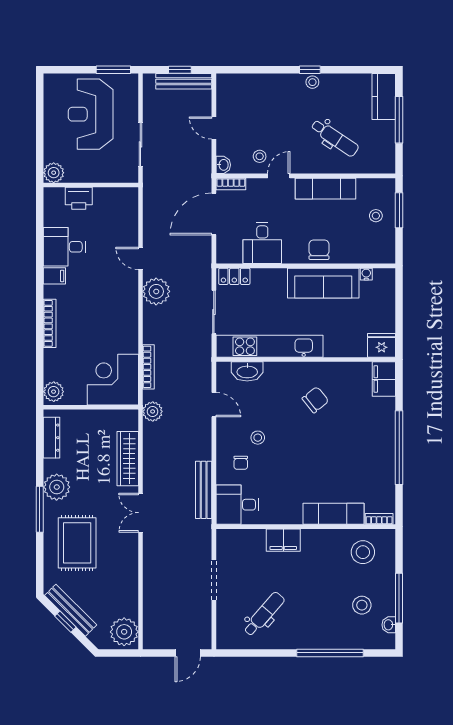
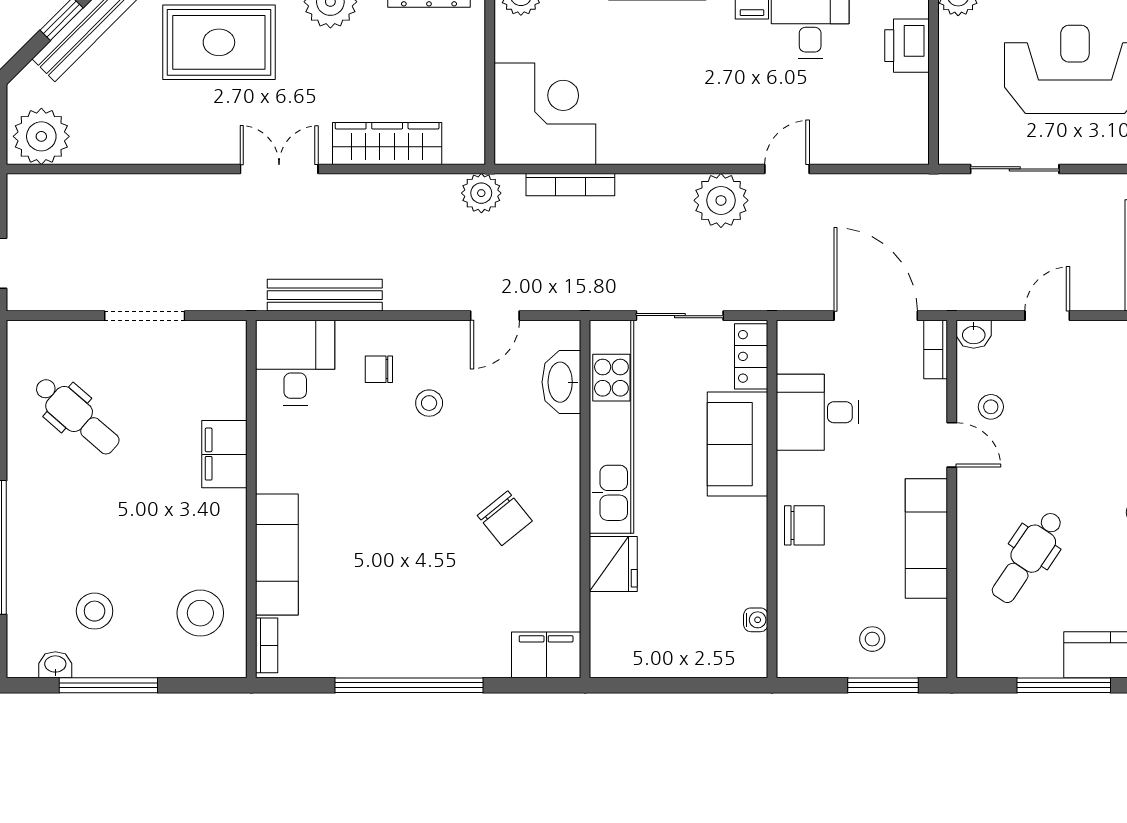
sofa: (323, 283) -> (738, 444), moved, width x0.73
fridge: (382, 345) -> (613, 564), moved

